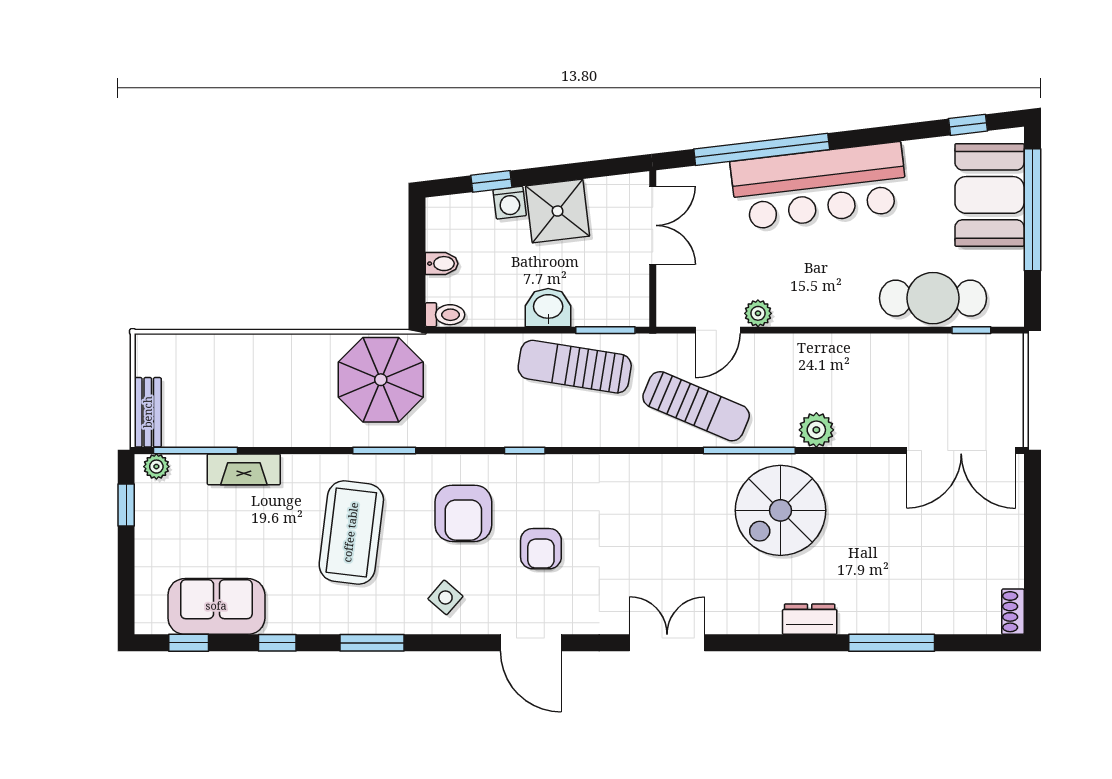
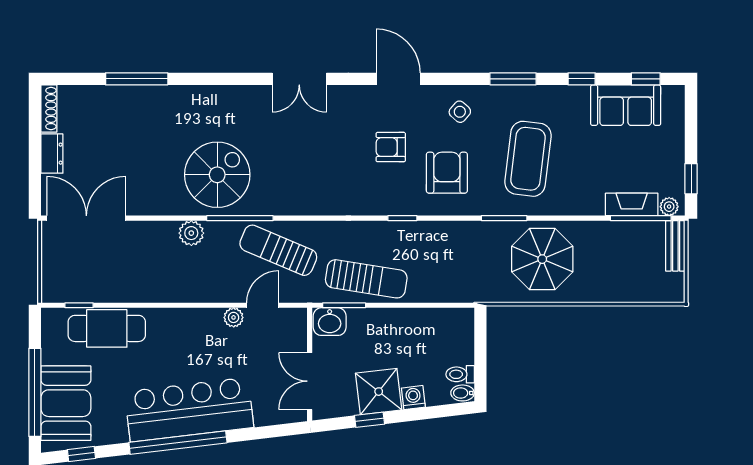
window: (762, 149) -> (178, 443), moved
window: (491, 181) -> (369, 420), moved
bidet: (442, 264) -> (463, 393), moved
washbasin: (548, 308) -> (330, 322), moved
toilet: (445, 315) -> (460, 374), moved
parasol: (381, 380) -> (542, 259), moved
fireplace: (244, 469) -> (632, 204), moved
armchair: (541, 549) -> (391, 147), turned -90
shoe rack: (1013, 612) -> (49, 108), width x1.43
dresser: (810, 619) -> (52, 154), moved, turned -90

